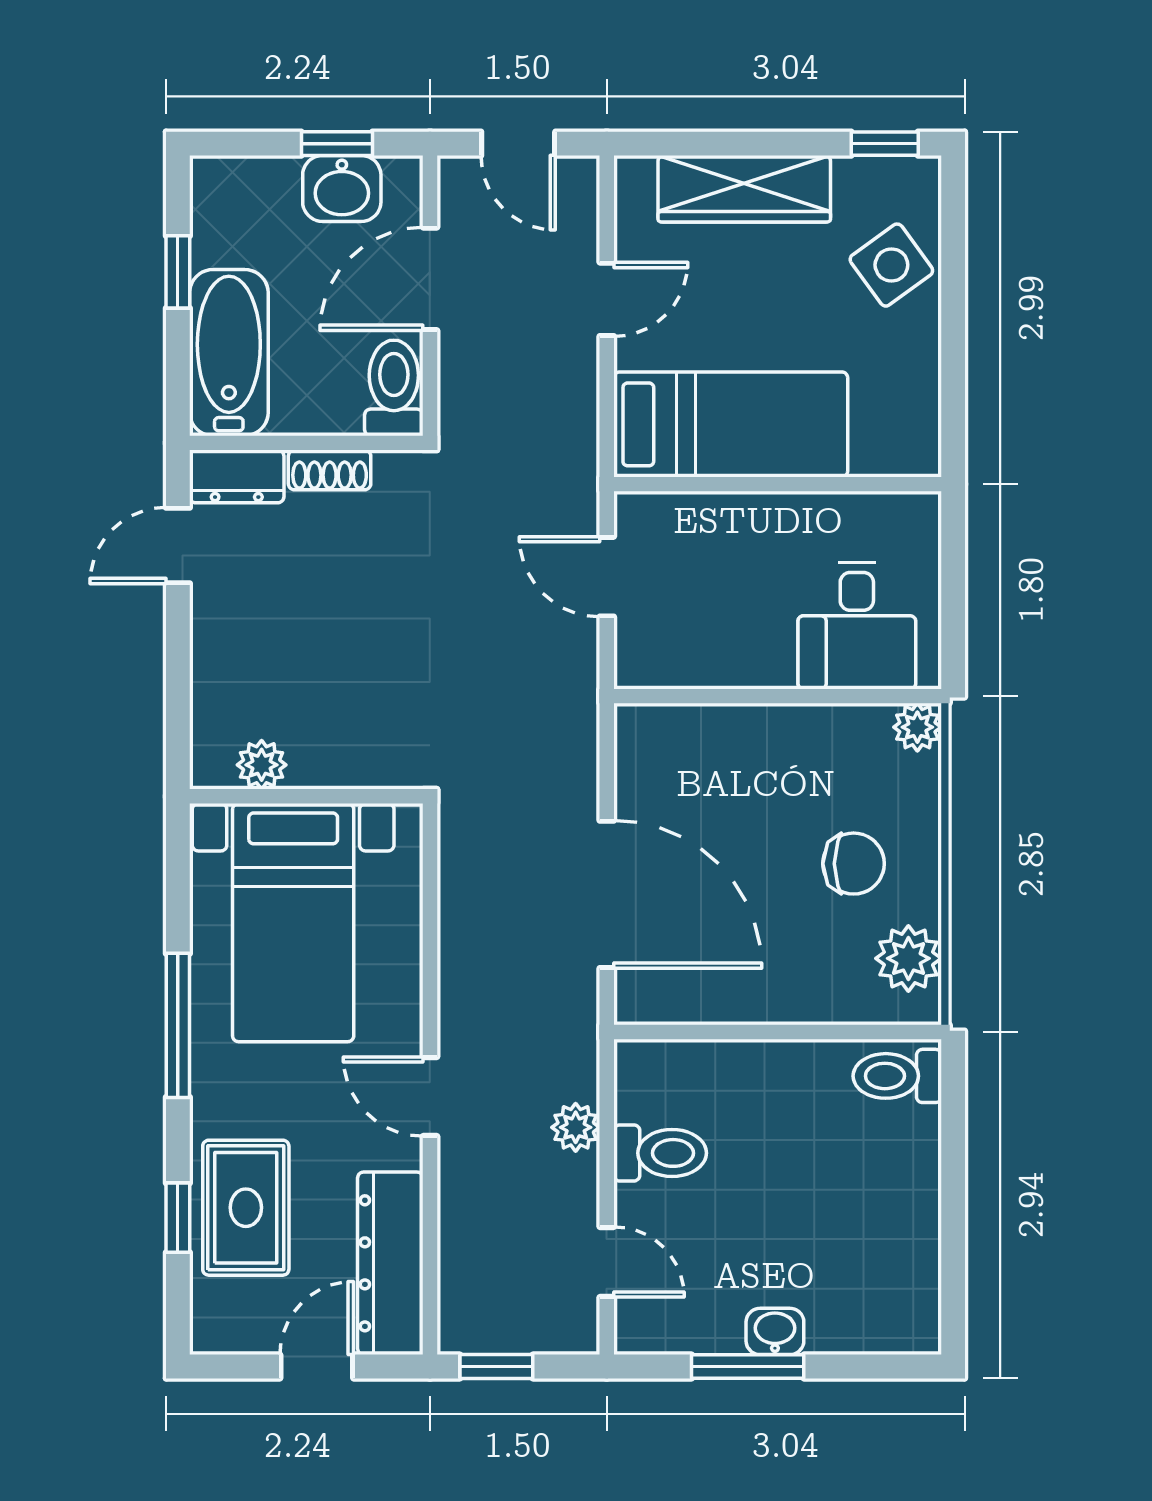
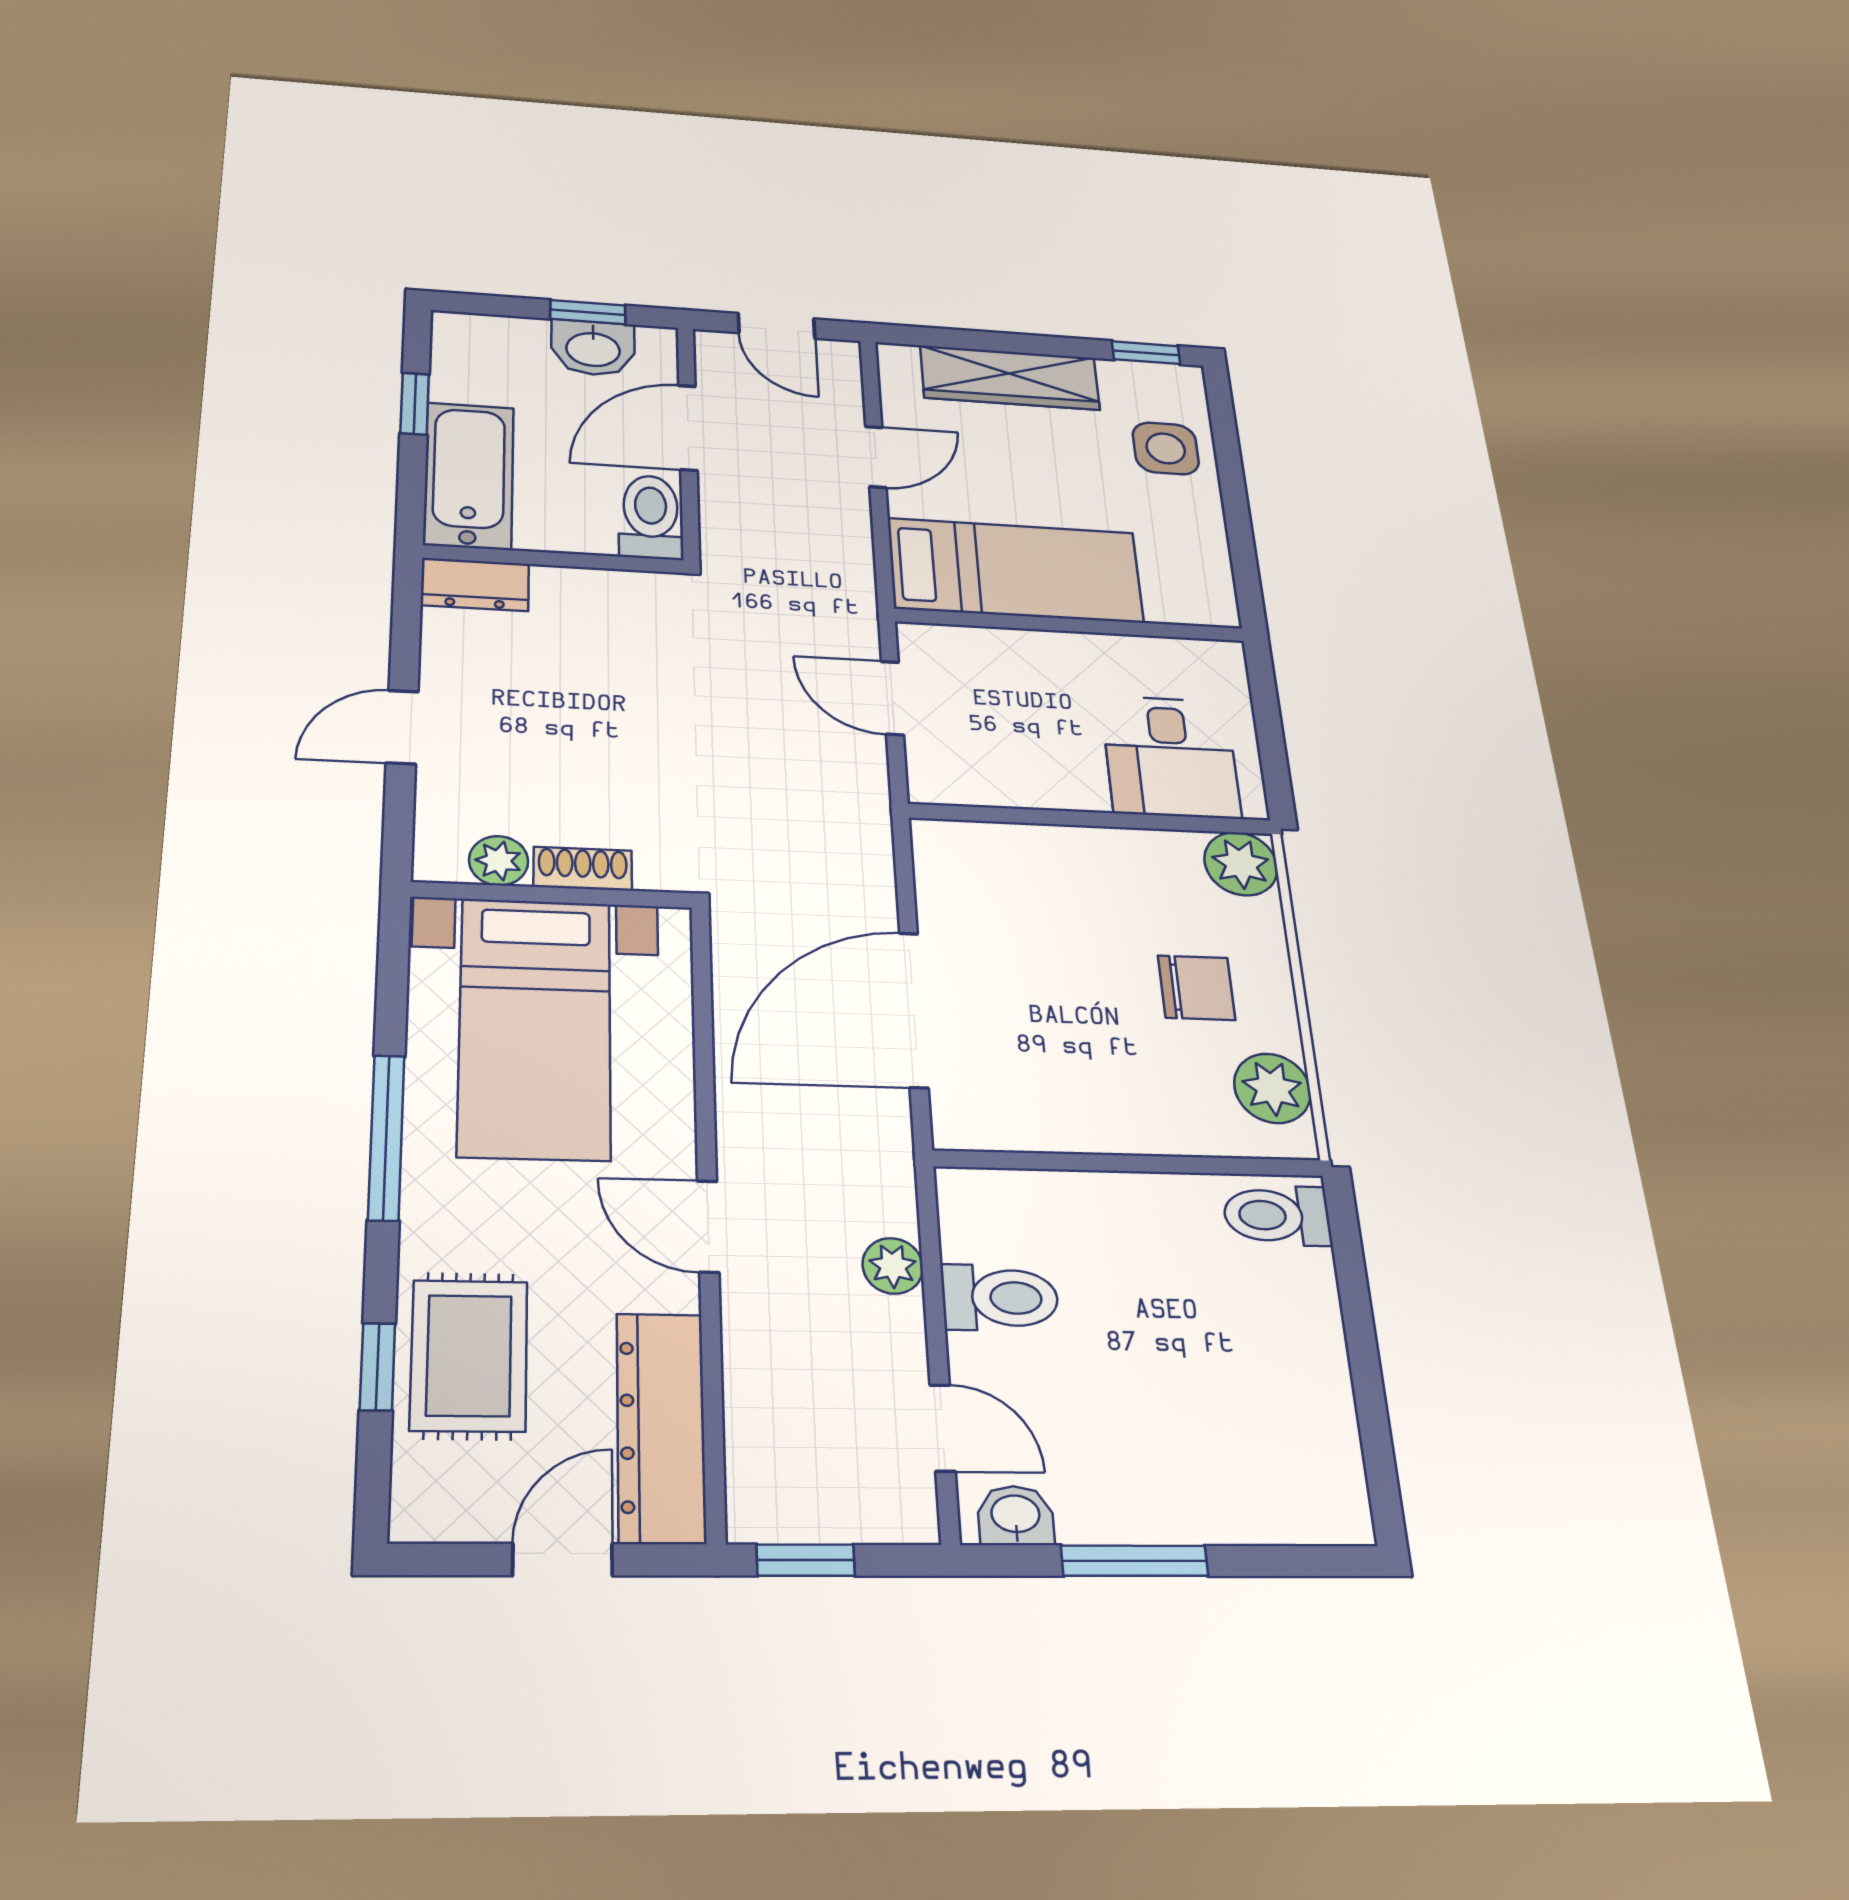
side table: (891, 265) -> (1166, 448), turned 36
shoe rack: (330, 470) -> (583, 869), moved, turned 180
door: (178, 545) -> (402, 727), moved
plant: (917, 727) -> (1241, 864), width x1.38, depth x1.38
door: (607, 894) -> (914, 1010), swing flipped
washbasin: (775, 1331) -> (1016, 1516), moved

